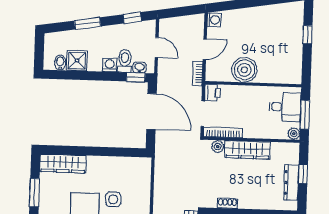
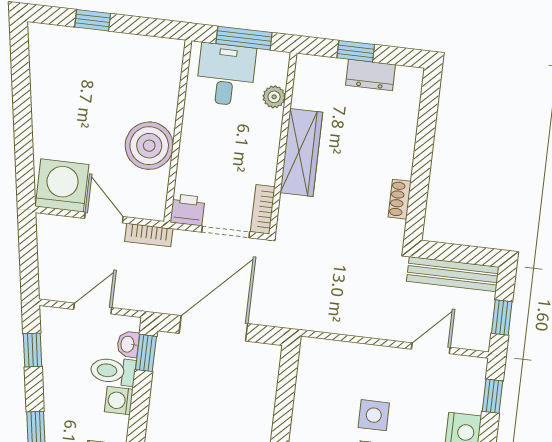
washing machine: (214, 20) -> (62, 185), width x1.89, depth x1.89
bookcase: (223, 132) -> (263, 209), width x0.64
plant: (294, 134) -> (274, 97), moved
plant: (218, 147) -> (290, 209), removed
dresser: (291, 183) -> (371, 75), width x0.70

